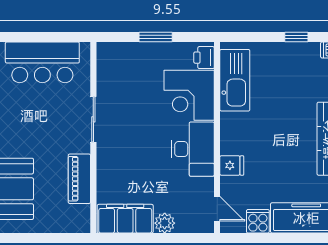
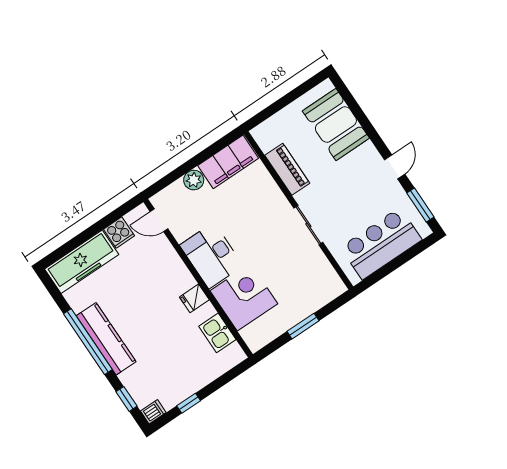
printer: (204, 58) -> (252, 336), removed
kitchen sink: (235, 80) -> (217, 333), width x0.53, depth x0.81
fridge: (232, 165) -> (194, 298), moved

